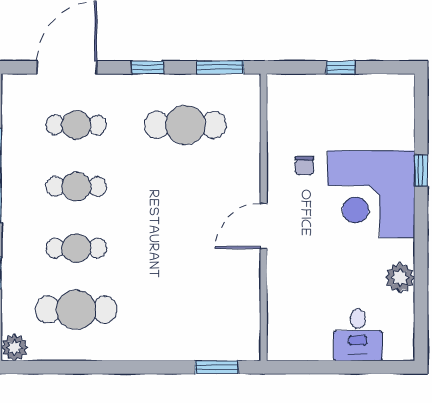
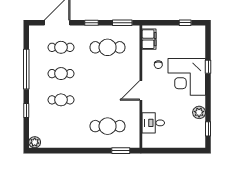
window: (340, 67) -> (185, 23), moved
filing cabinet: (283, 106) -> (149, 39), added
cafe table: (76, 310) -> (108, 126), moved
window: (421, 316) -> (208, 129), added
desk: (358, 335) -> (153, 123), moved, turned 90

